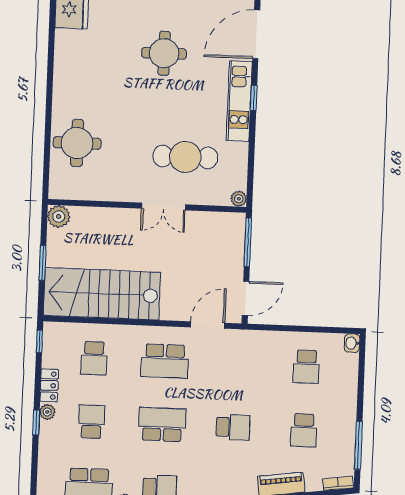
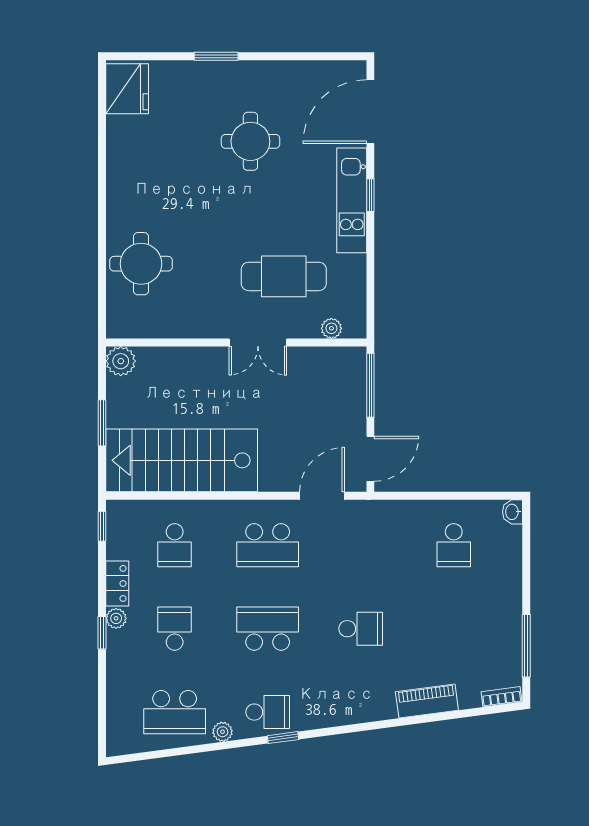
plant: (239, 199) -> (331, 328), moved
school desk: (304, 430) -> (454, 629), removed

